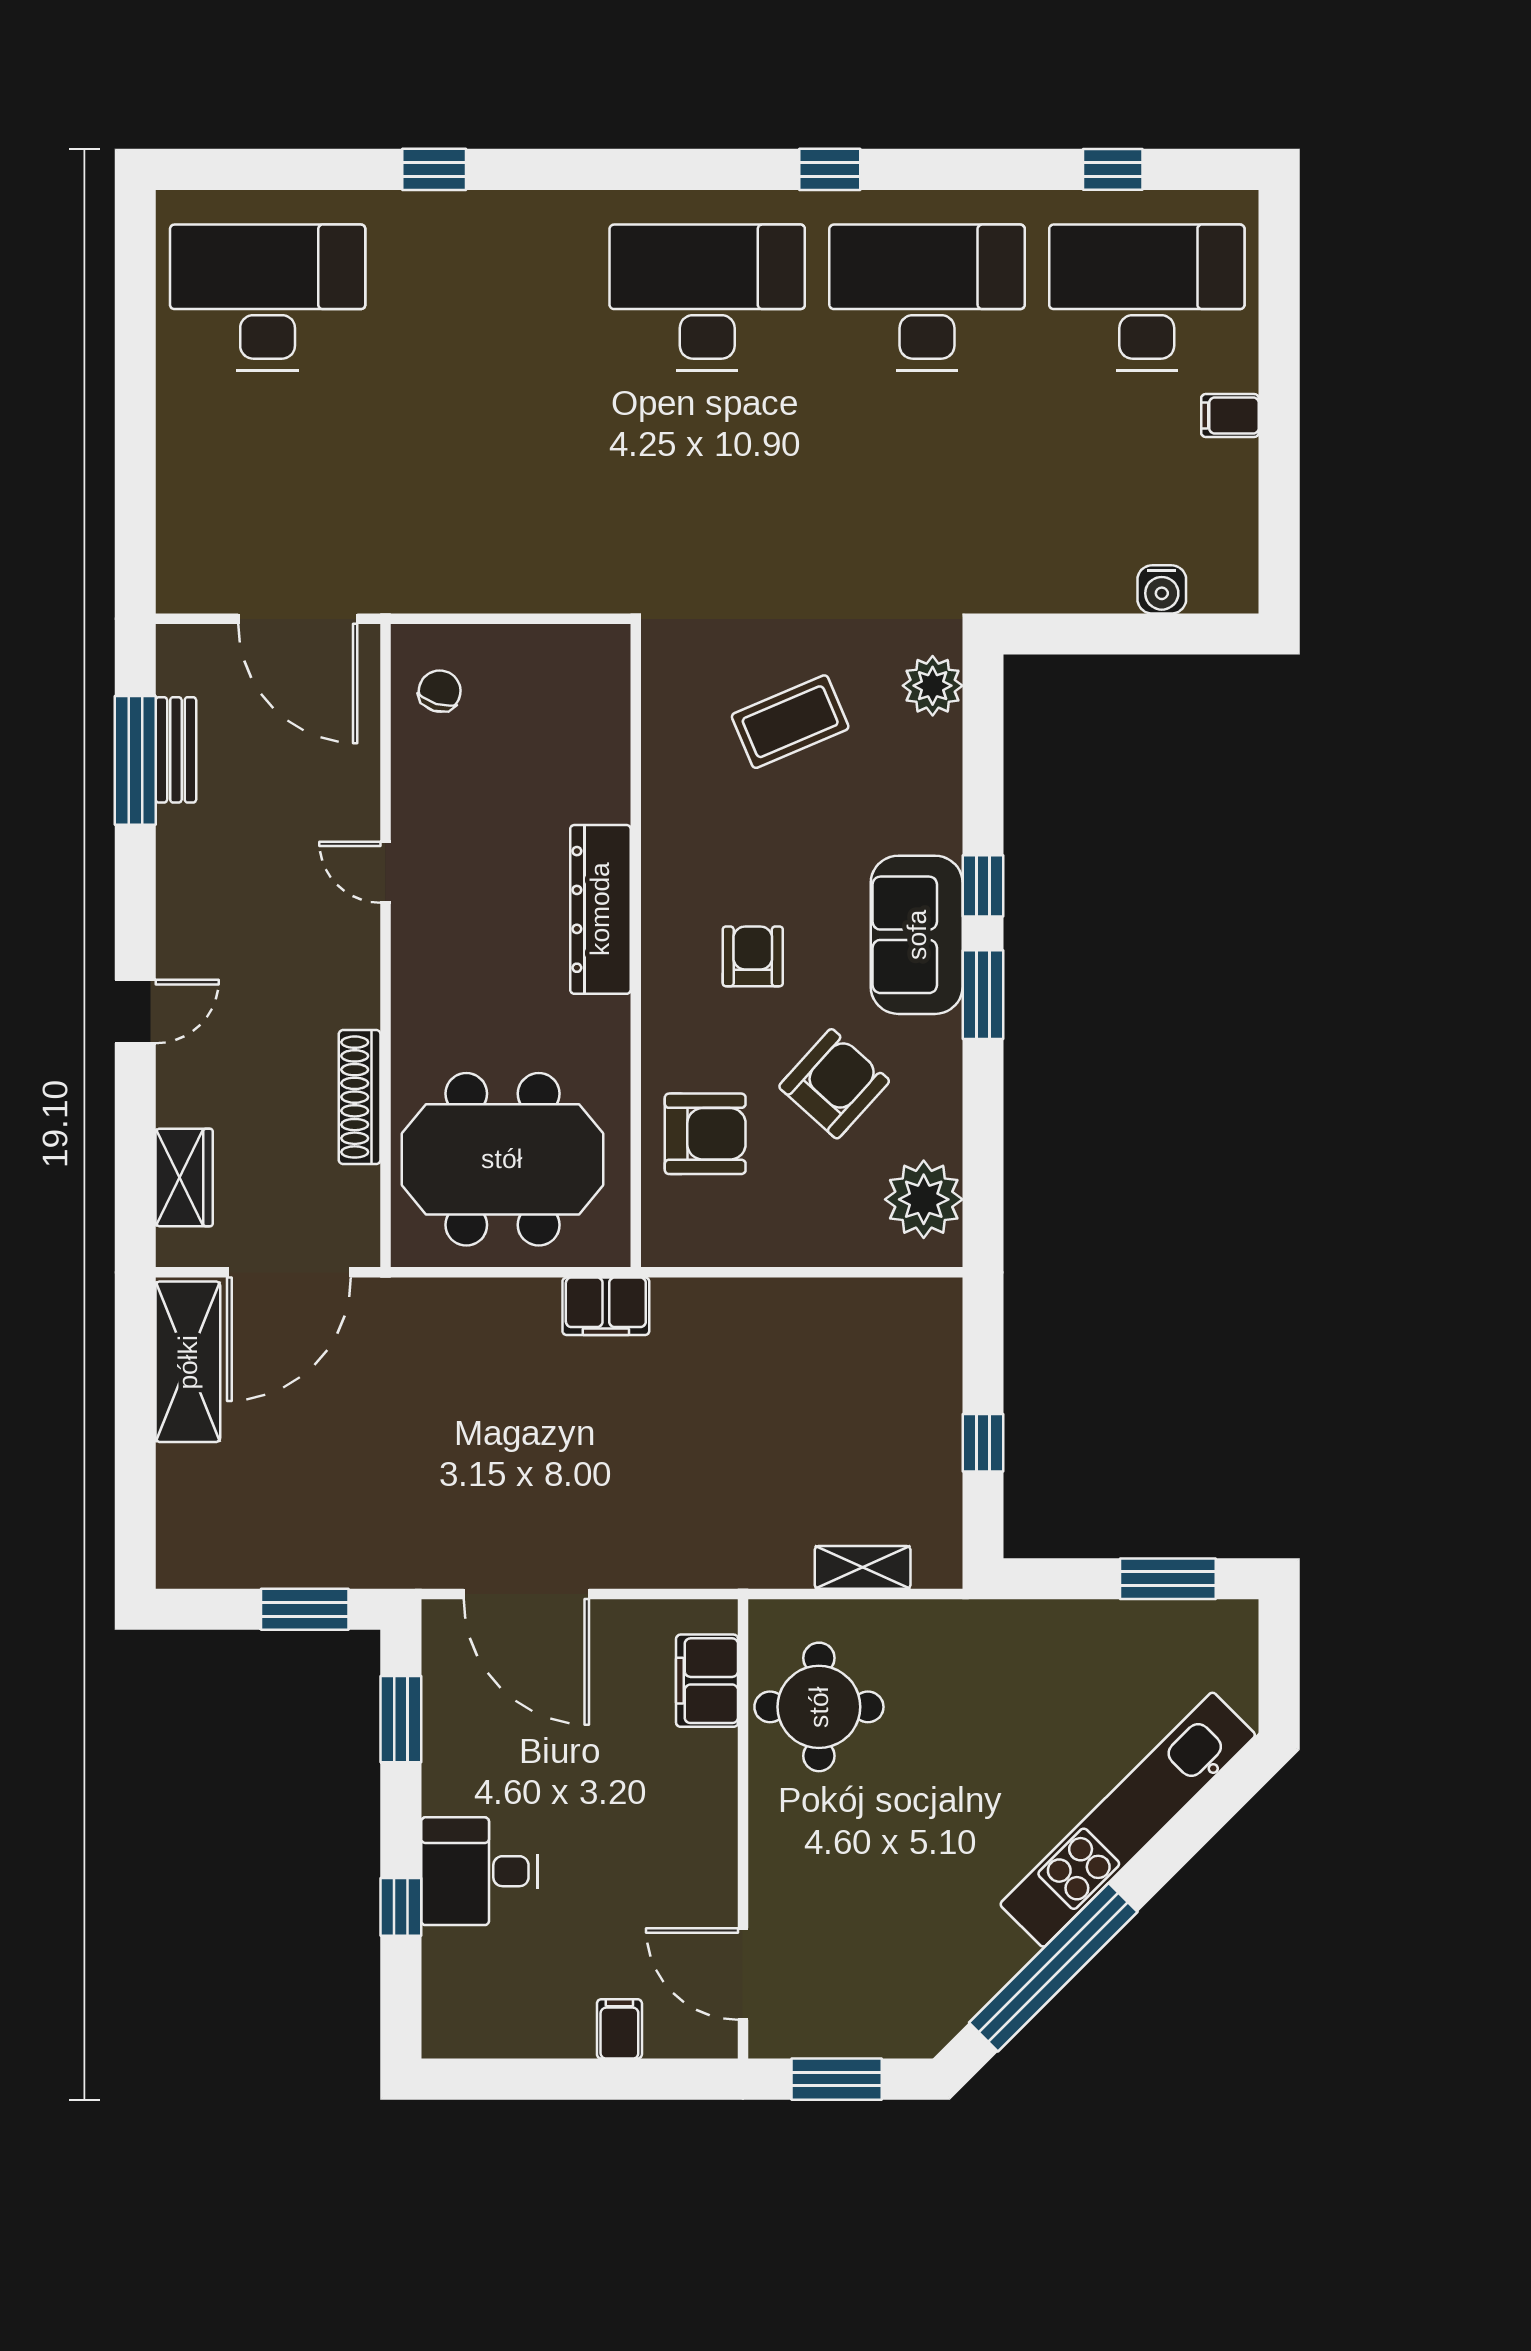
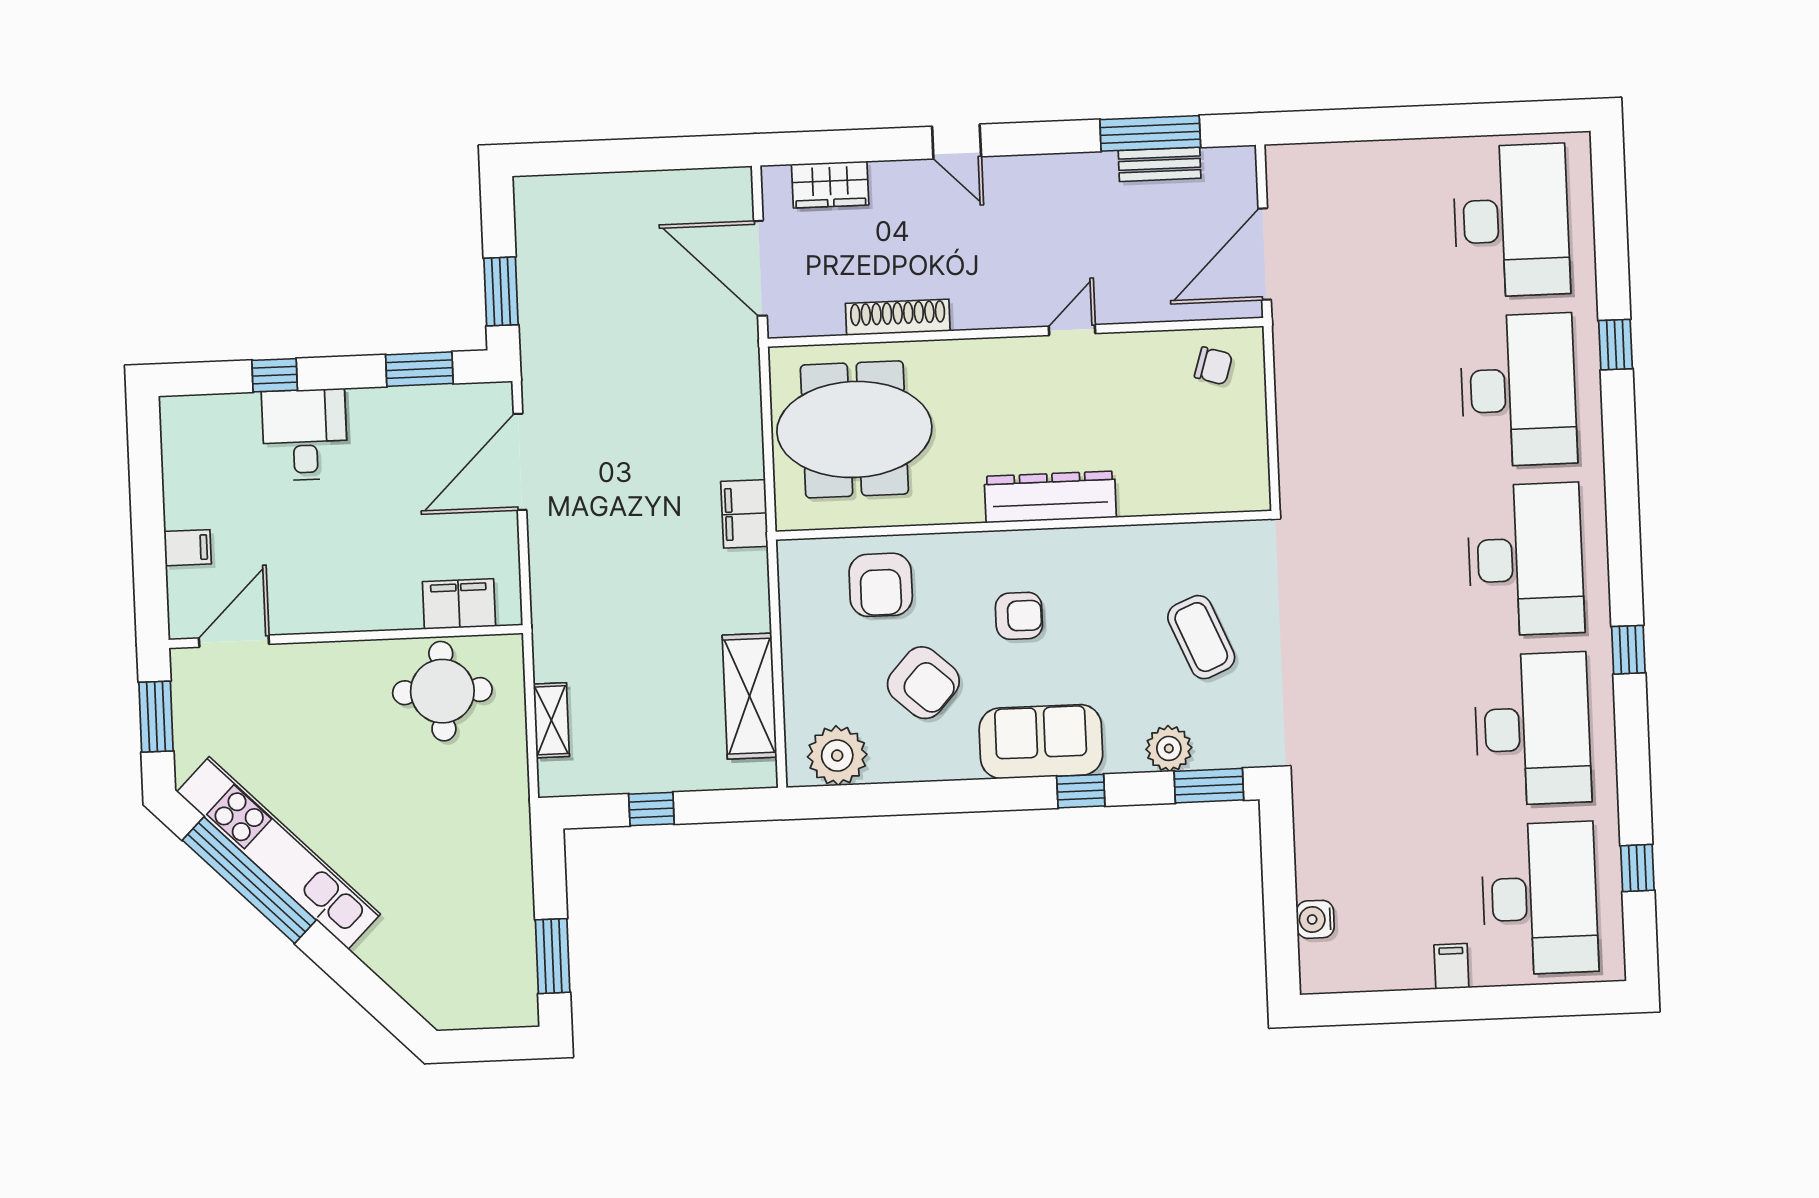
desk: (487, 297) -> (1518, 390), added
plant: (933, 686) -> (1169, 748), moved
window: (983, 995) -> (1209, 786), moved
meeting table: (502, 1159) -> (854, 429), turned 90
shelving: (188, 1362) -> (750, 696), moved, turned 90
kitchen unit: (1128, 1820) -> (279, 853), moved

